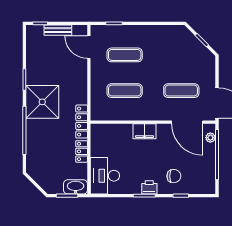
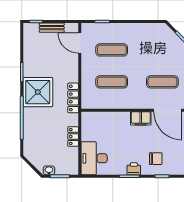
locker: (82, 122) -> (73, 98), moved
filing cabinet: (144, 131) -> (141, 118), moved
washbasin: (76, 187) -> (49, 170), moved, width x0.52, depth x0.69

